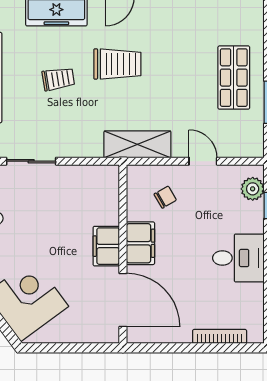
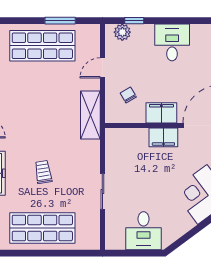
trolley: (117, 64) -> (33, 129), removed
shop shelf: (234, 78) -> (42, 46), width x1.43, depth x1.36

